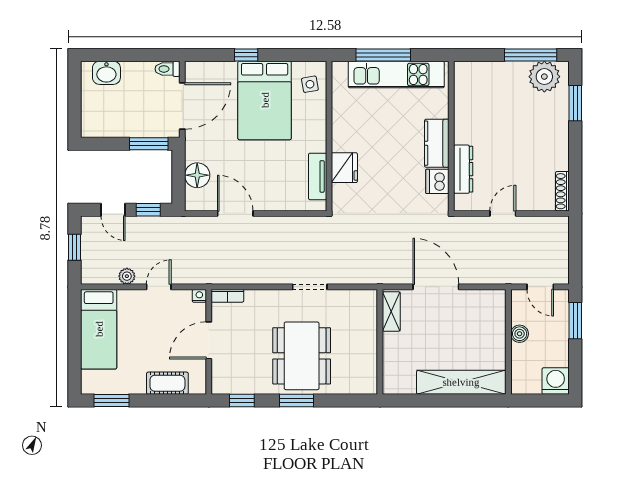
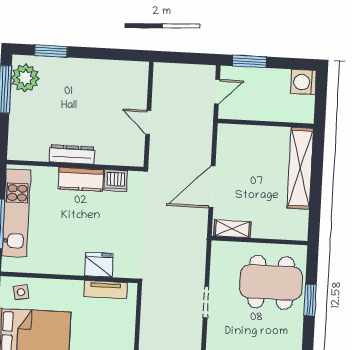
dresser: (463, 169) -> (72, 155), moved
shoe rack: (562, 191) -> (131, 67), removed
boiler: (520, 334) -> (259, 113), removed
dining table: (302, 356) -> (271, 282), moved
window: (297, 401) -> (310, 300), moved

